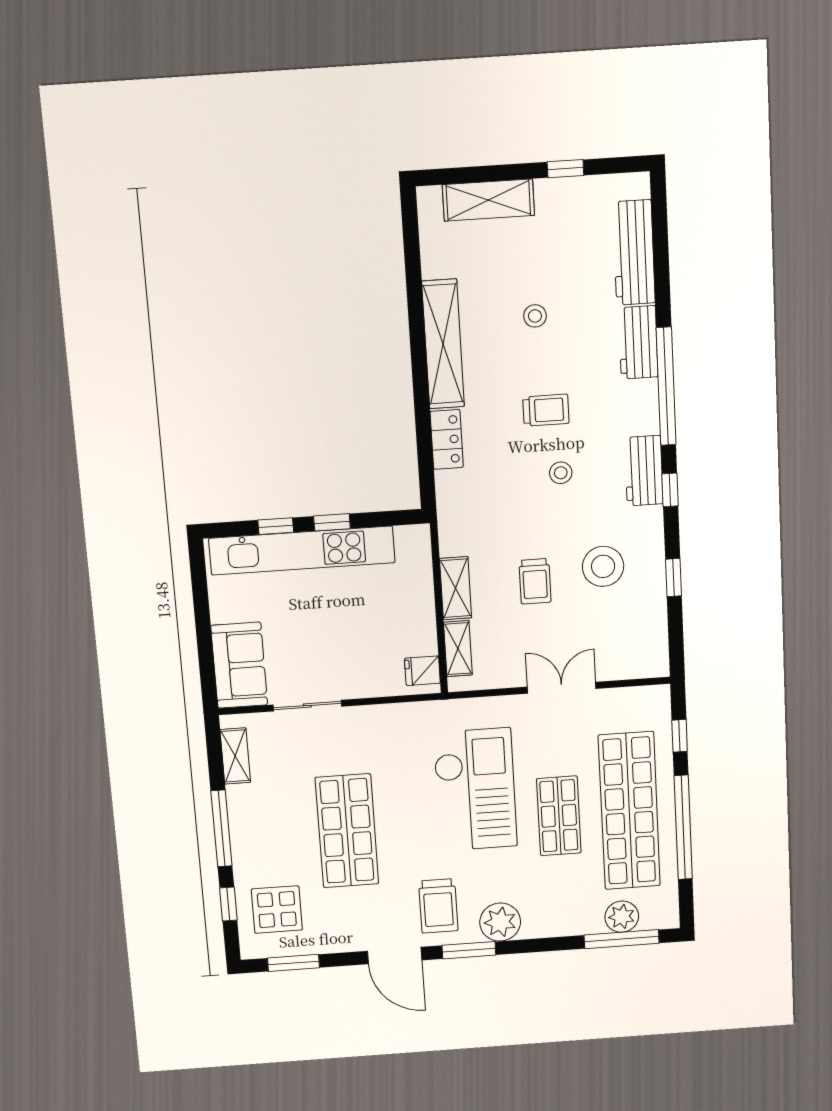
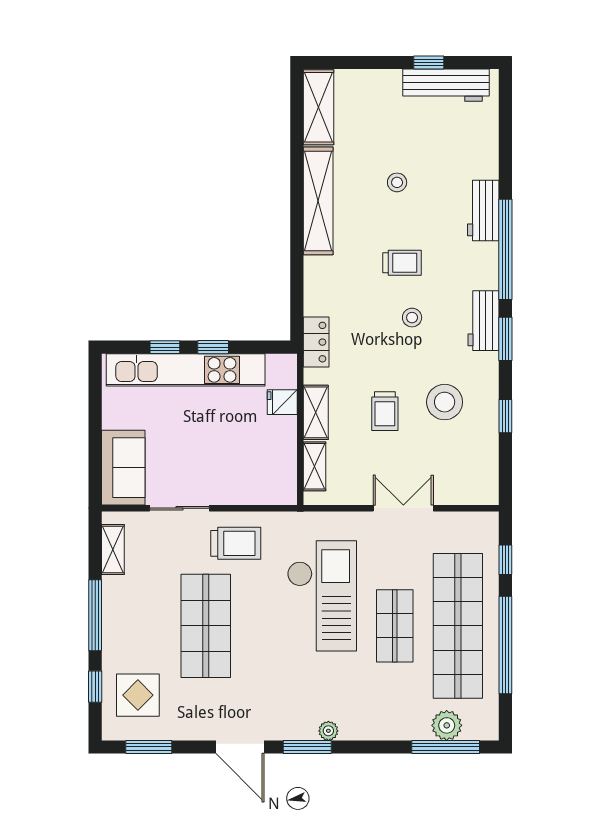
shelving: (488, 200) -> (318, 107), moved, turned 90
workbench: (634, 253) -> (446, 85), moved, turned -90
locker: (447, 439) -> (316, 342), moved
window: (670, 490) -> (505, 339), width x1.50
fridge: (422, 671) -> (282, 402), moved
trolley: (438, 906) -> (236, 543), moved, turned -90
plant: (500, 922) -> (328, 731), width x0.53, depth x0.53

